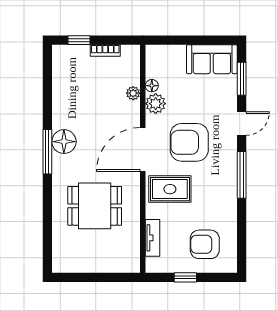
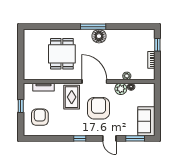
window: (242, 175) -> (80, 138), width x0.46

